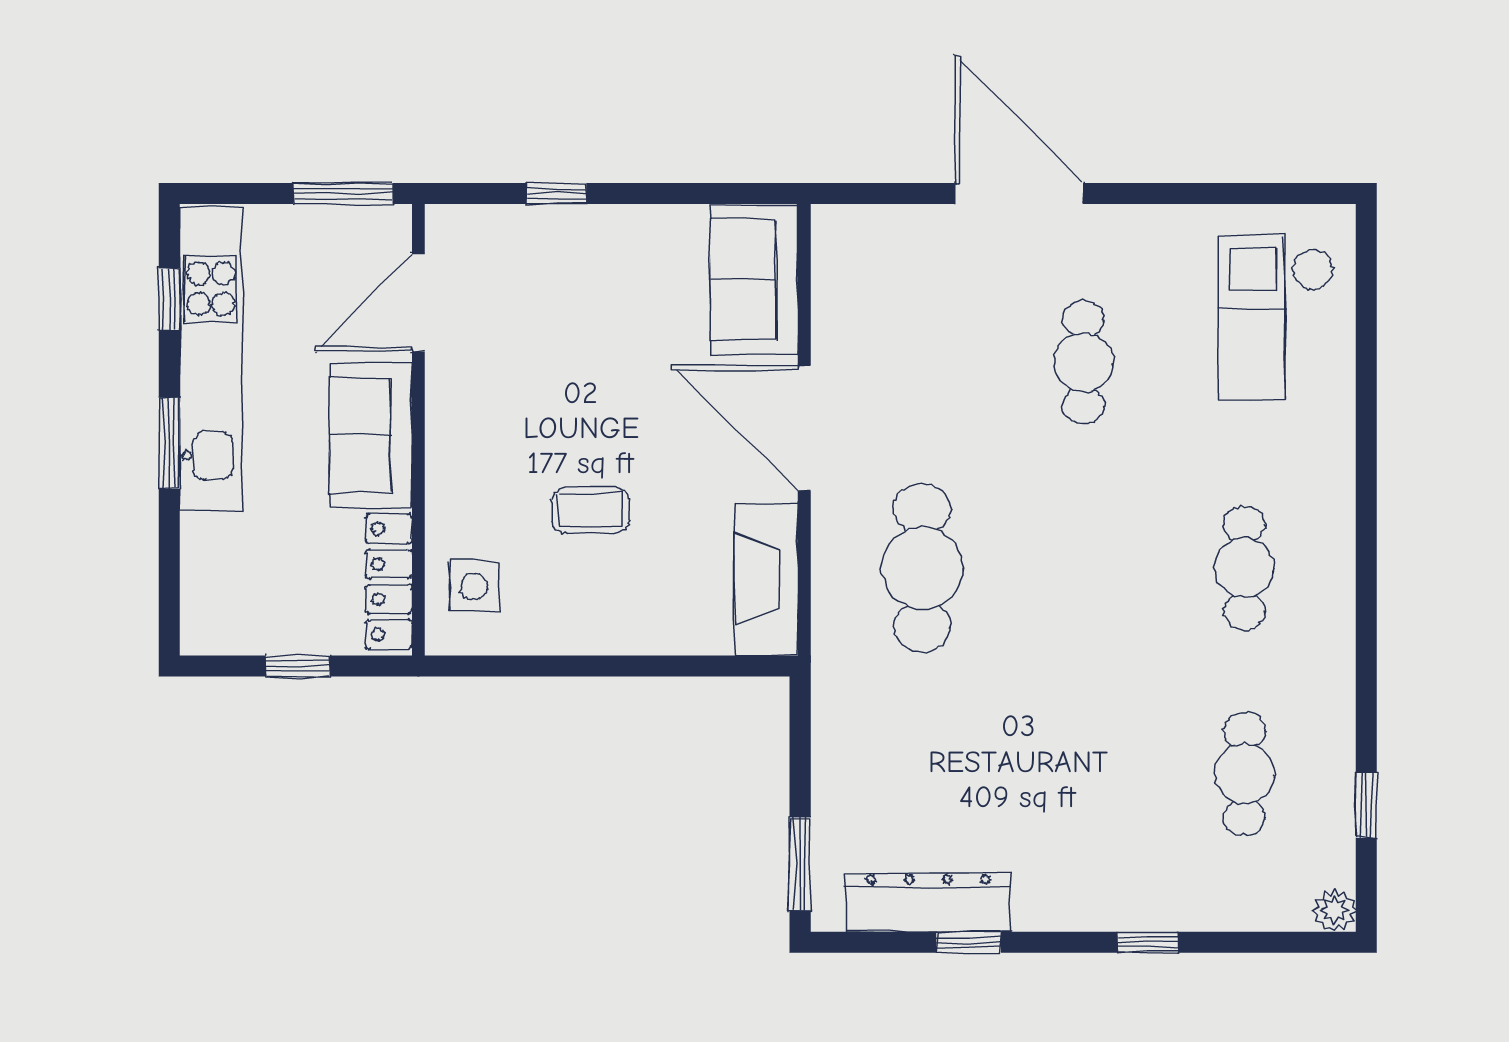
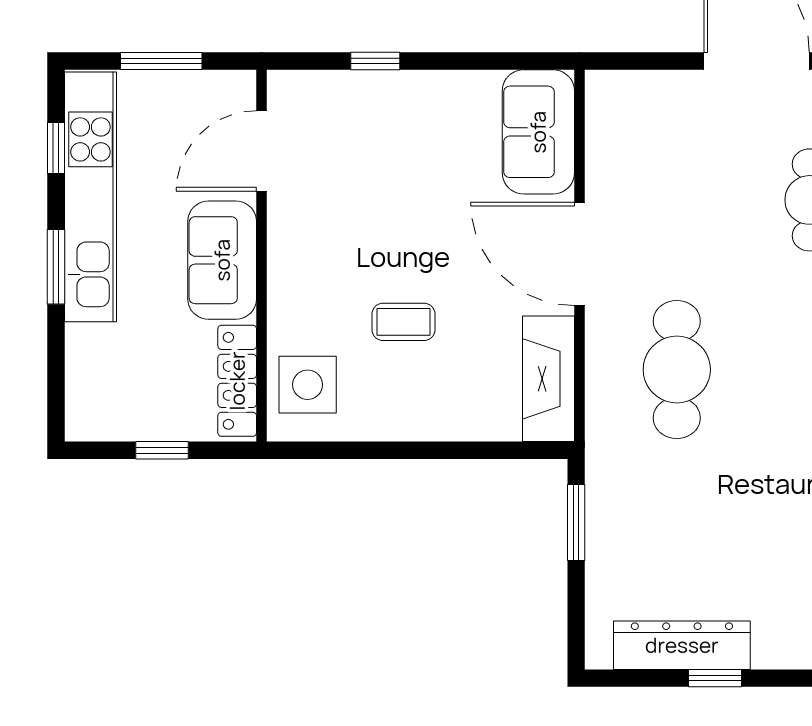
window: (343, 194) -> (161, 61), moved
side table: (474, 586) -> (308, 385), width x1.37, depth x1.37
window: (800, 864) -> (576, 522), moved

